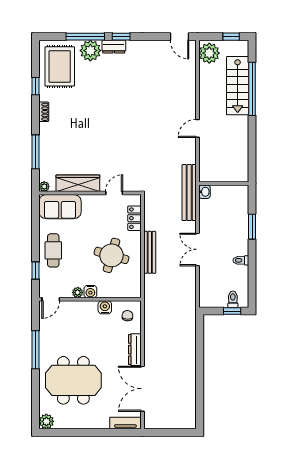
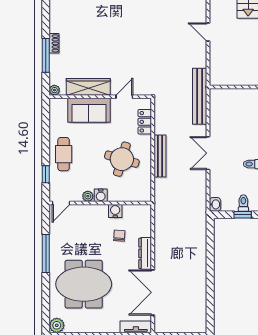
shoe rack: (44, 112) -> (54, 43), moved
door: (198, 128) -> (208, 32), hinge flipped
washbasin: (205, 192) -> (215, 204), moved
sofa: (60, 207) -> (89, 110), moved
chair: (127, 316) -> (119, 236), moved

